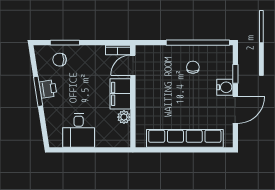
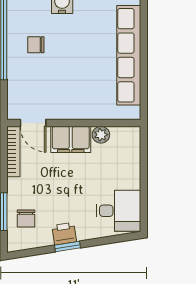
bookcase: (118, 50) -> (13, 152), width x1.56
window: (38, 91) -> (67, 247), width x0.67
desk: (79, 130) -> (118, 211), moved

